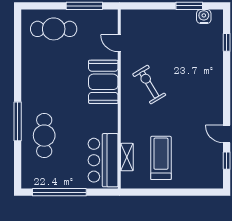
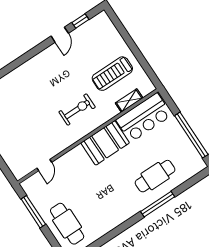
booth: (103, 82) -> (105, 143), moved
exercise bike: (149, 85) -> (77, 109), moved, turned -149

